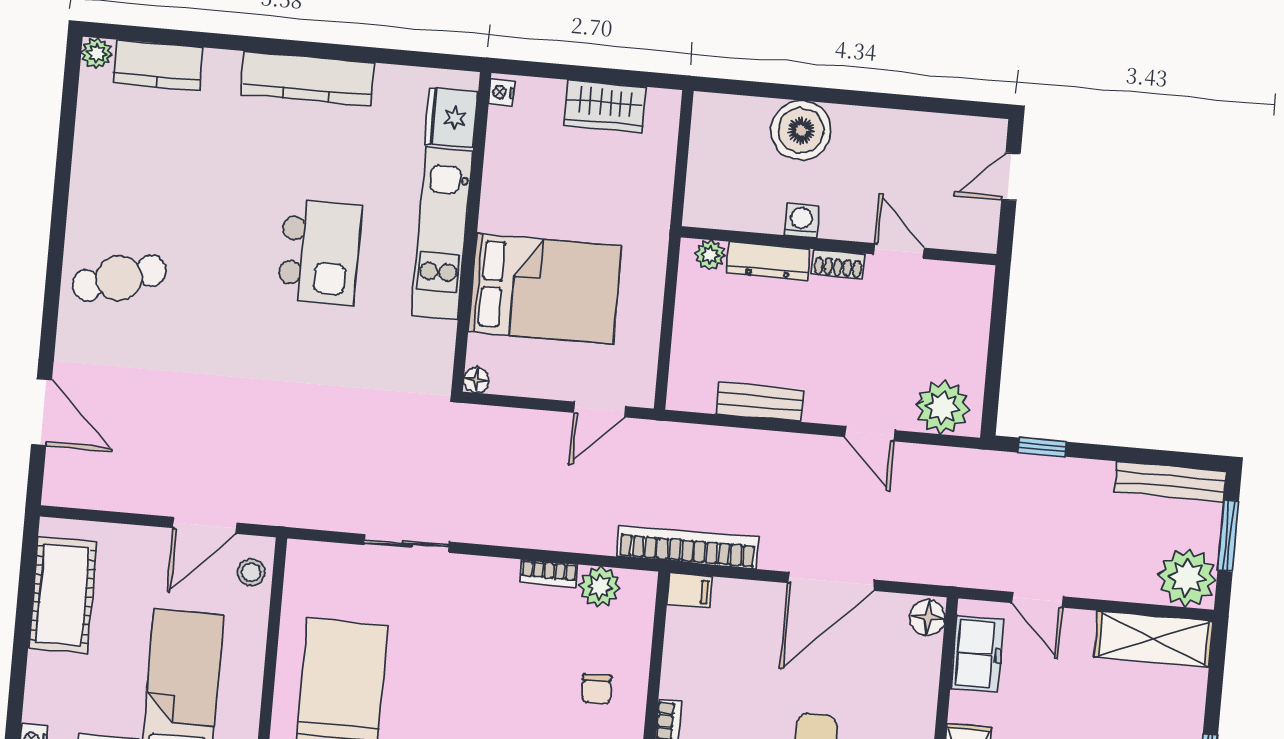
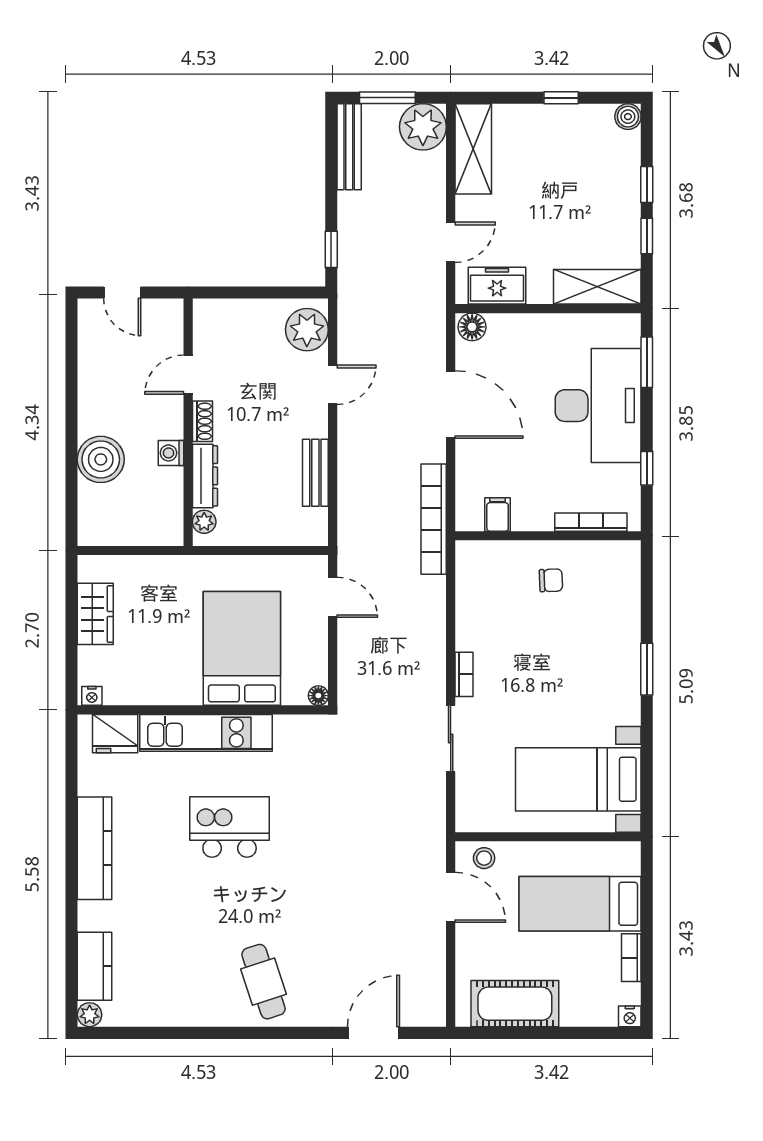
bookcase: (549, 573) -> (464, 674), moved
plant: (600, 587) -> (471, 585), removed
filing cabinet: (689, 590) -> (498, 515), moved

